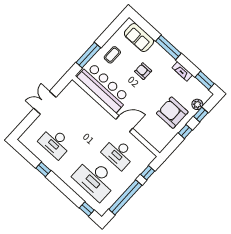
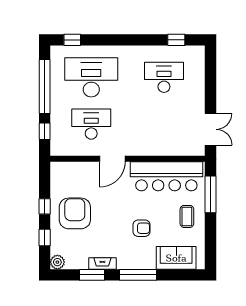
window: (205, 80) -> (92, 275), moved
double door: (45, 103) -> (211, 129), moved
plant: (197, 104) -> (57, 262), moved
armchair: (172, 113) -> (75, 213), turned -90
window: (43, 169) -> (176, 40), moved

